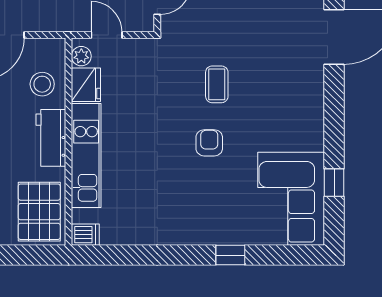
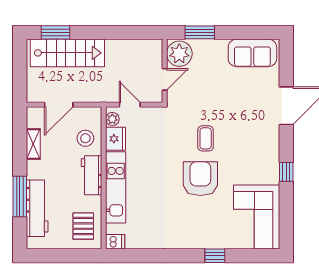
armchair: (209, 143) -> (200, 179), width x1.88, depth x1.88
window: (334, 183) -> (286, 172), moved
pallet: (39, 212) -> (83, 226), width x0.67, depth x0.71

